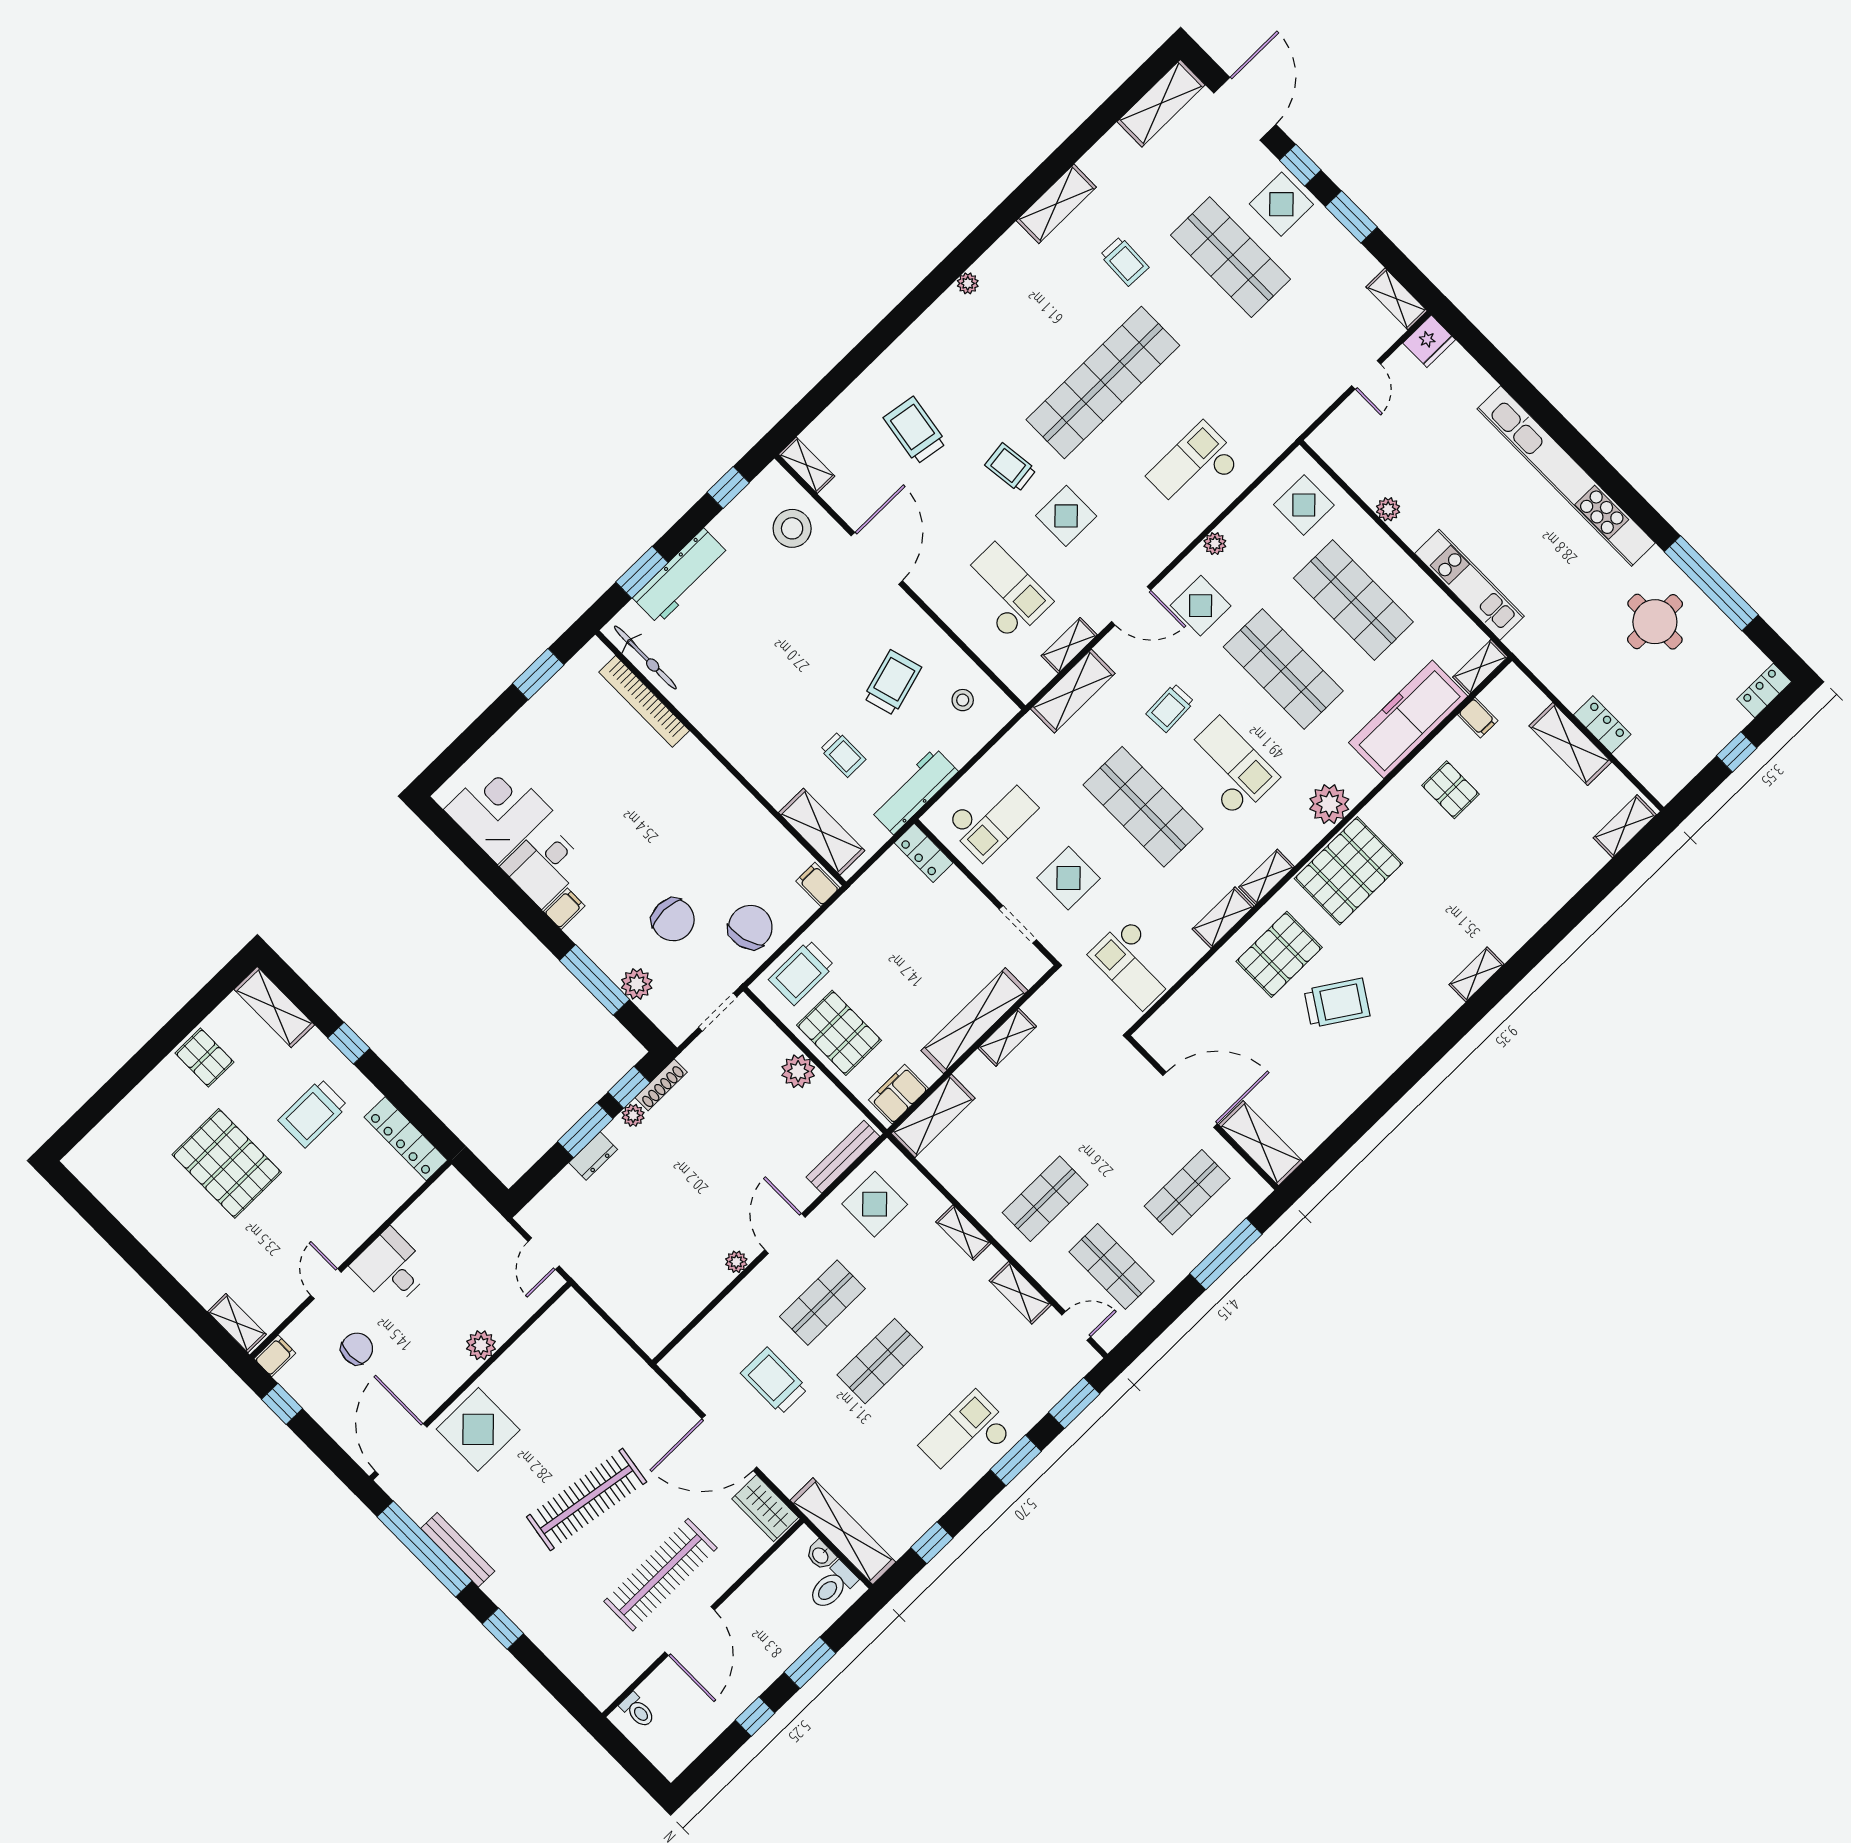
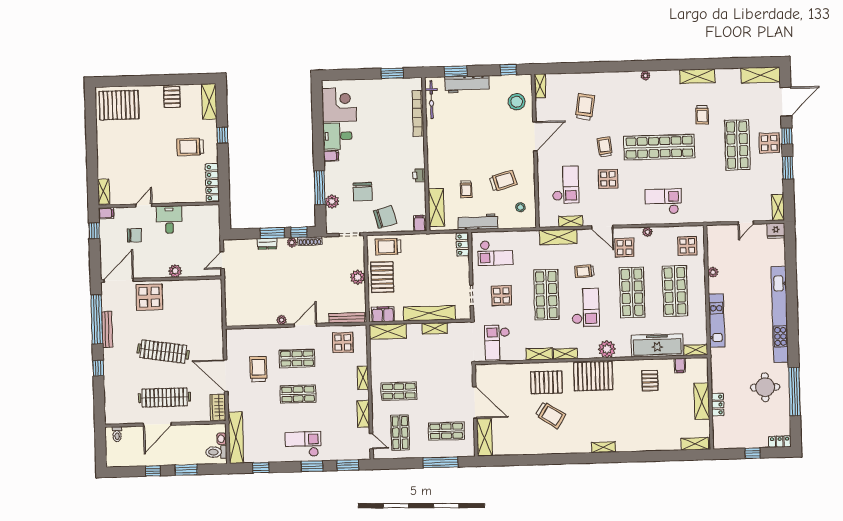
printer: (743, 804) -> (419, 175), added
pallet: (227, 1163) -> (119, 105), moved, turned 90

